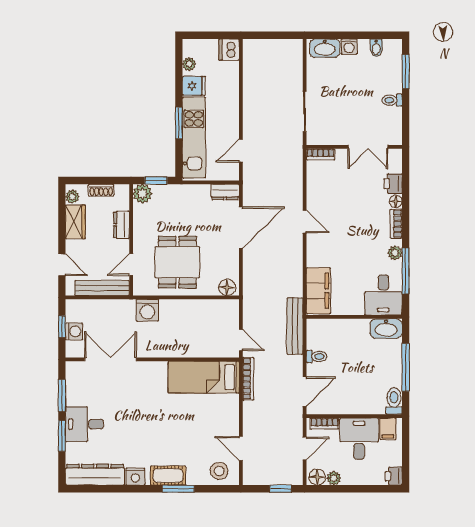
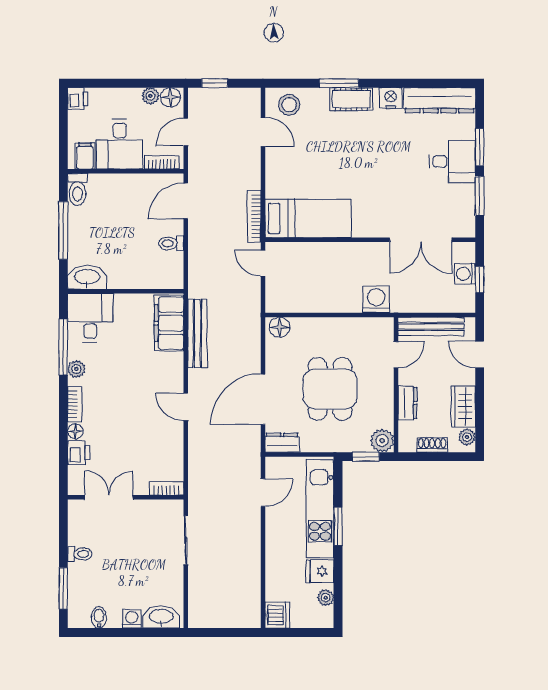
dining table: (177, 262) -> (330, 389), moved
bench: (295, 326) -> (197, 333), moved

